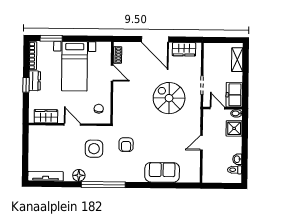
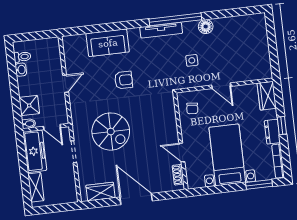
freezer: (234, 95) -> (35, 151), width x1.40
wardrobe: (46, 116) -> (267, 96), moved, turned 90
armchair: (126, 145) -> (124, 80), moved, turned 90
side table: (94, 149) -> (192, 60), width x0.54, depth x0.54
tv unit: (46, 176) -> (161, 30), moved

